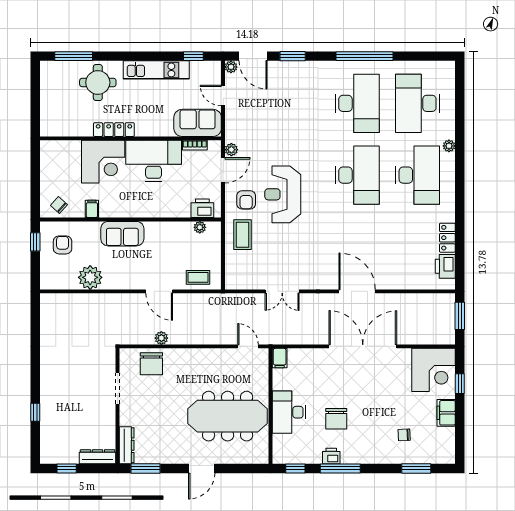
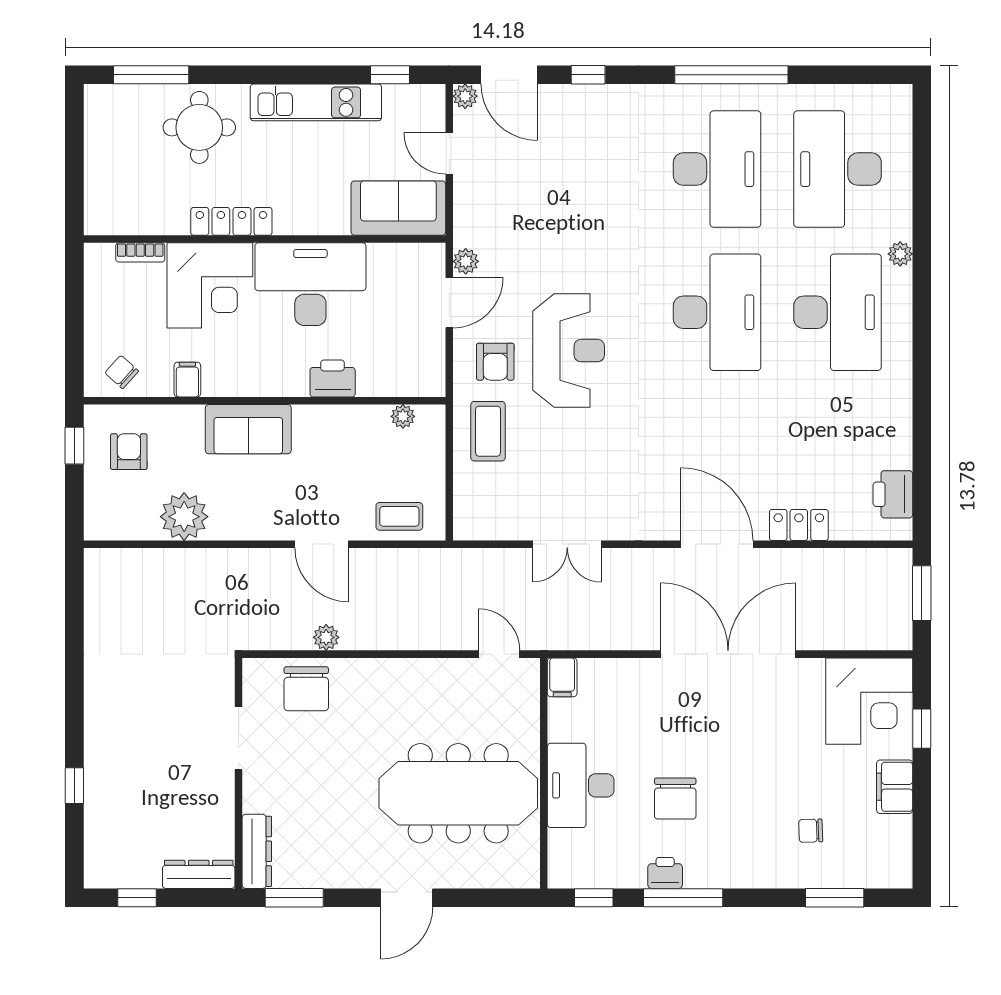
window: (293, 56) -> (588, 75), width x0.67
bookcase: (195, 145) -> (140, 252), moved
reception desk: (283, 194) -> (569, 351), turned 180
printer: (202, 208) -> (333, 378), moved
locker: (447, 238) -> (799, 525), moved, turned 90

